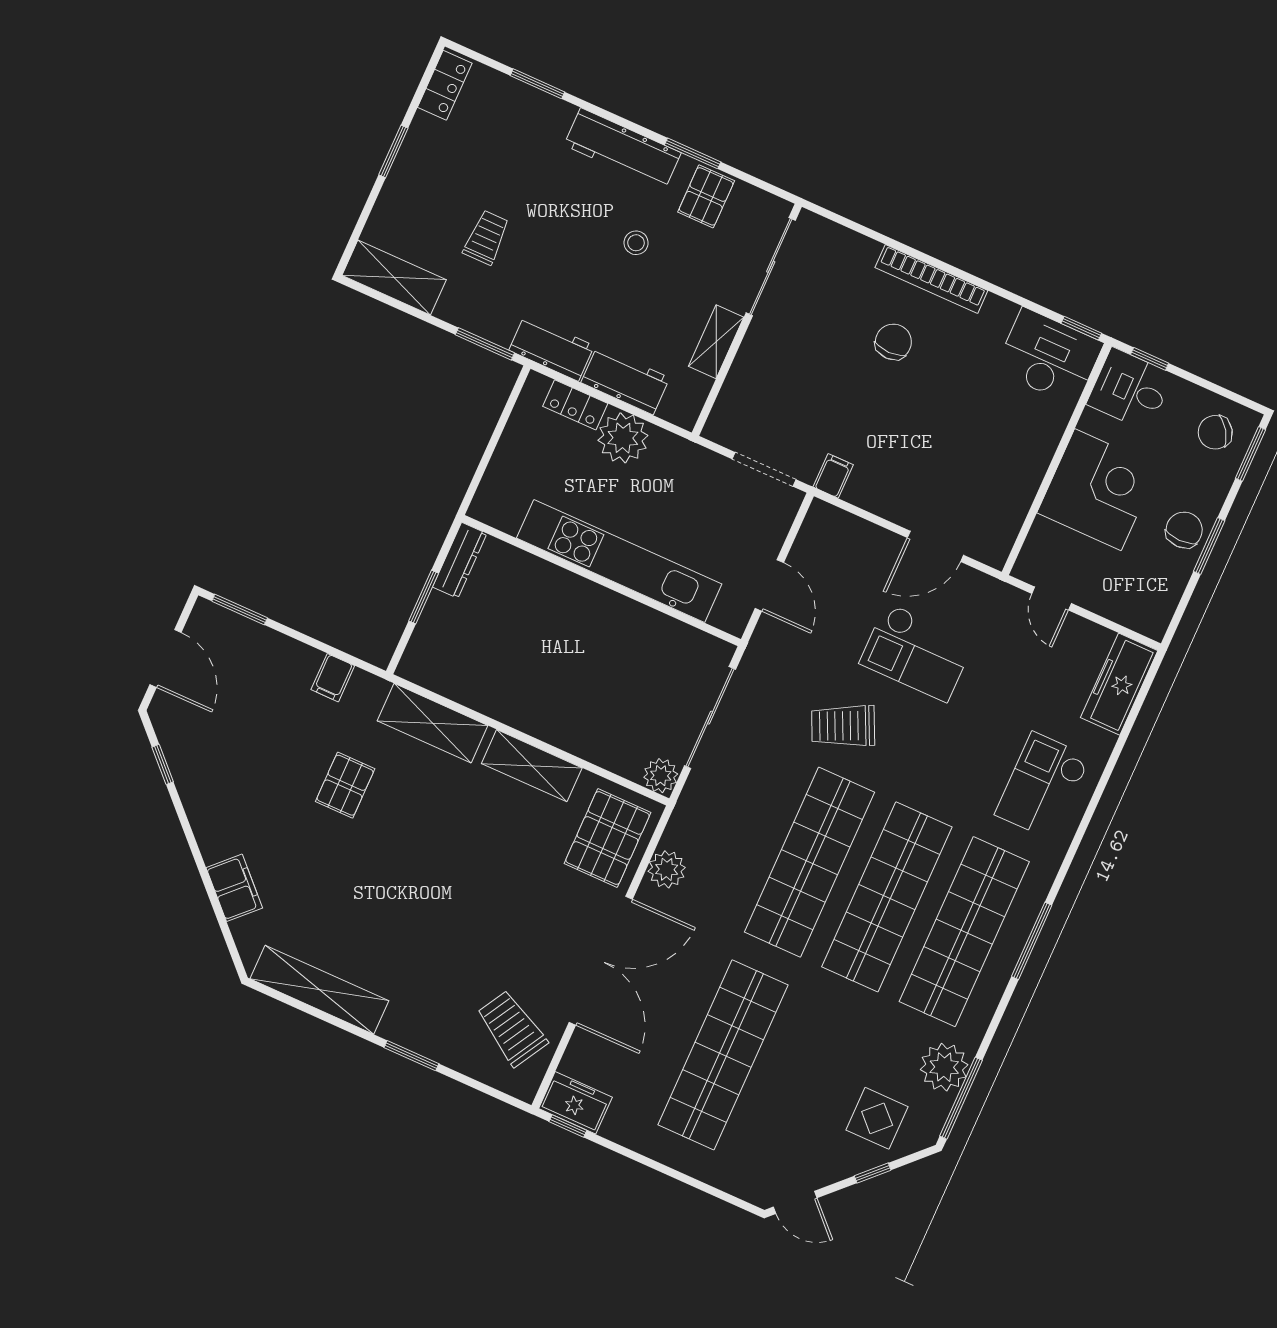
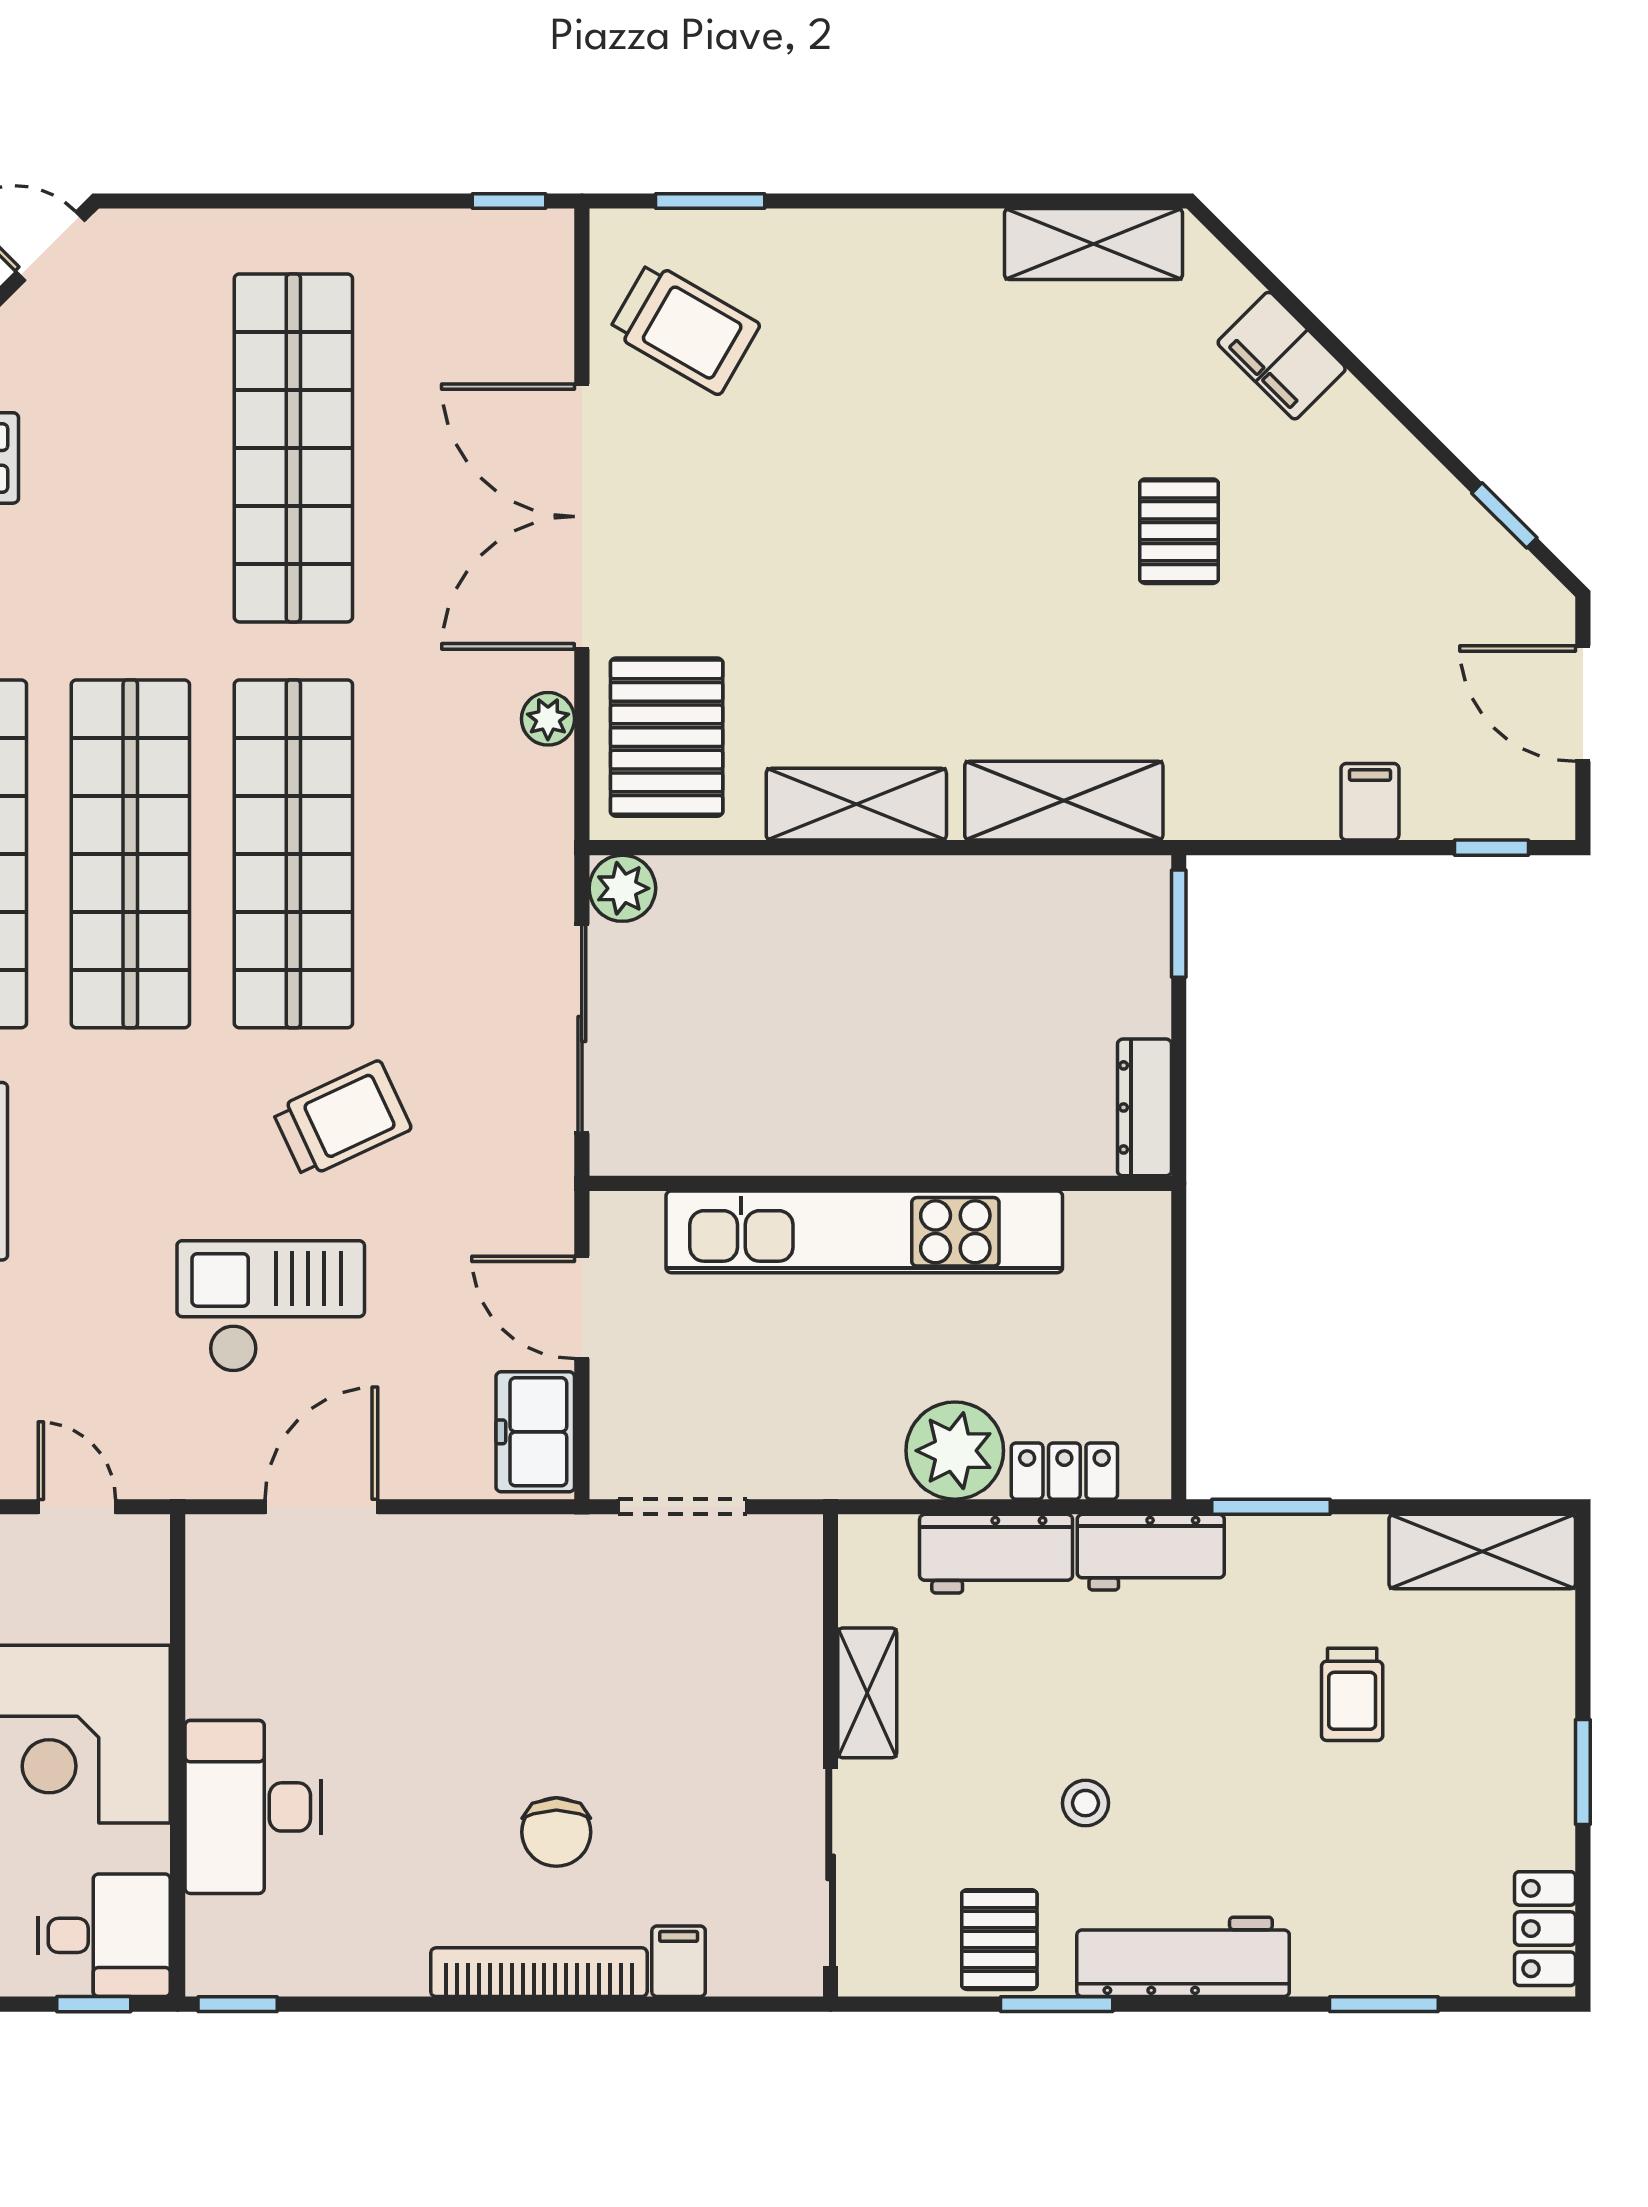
desk: (1049, 357) -> (253, 1807), moved, turned 90
filing cabinet: (833, 476) -> (679, 1961), moved, turned 180
window: (424, 597) -> (1179, 924), moved
window: (240, 610) -> (1492, 848), width x0.67
filing cabinet: (333, 678) -> (1370, 802), moved
pallet: (345, 785) -> (1179, 531), moved
plant: (667, 869) -> (548, 719), width x0.73, depth x0.73
shelving: (319, 990) -> (1094, 244), width x0.68
window: (411, 1056) -> (710, 201), moved
freezer: (575, 1103) -> (535, 1432), moved, turned 90

